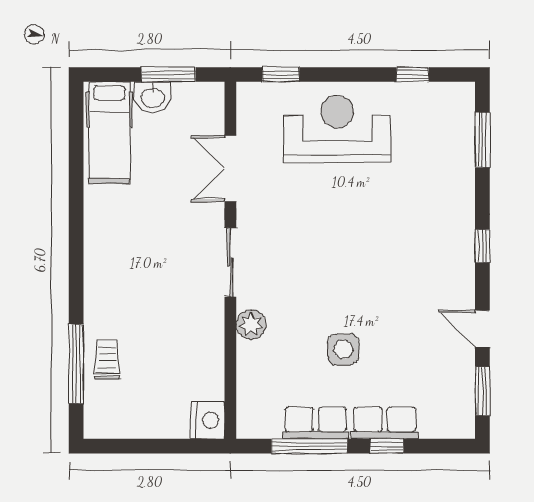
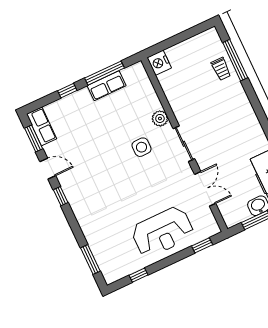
window: (482, 246) -> (61, 196), moved
side table: (343, 349) -> (142, 147), moved
row of seats: (385, 423) -> (42, 126), moved, turned -90

